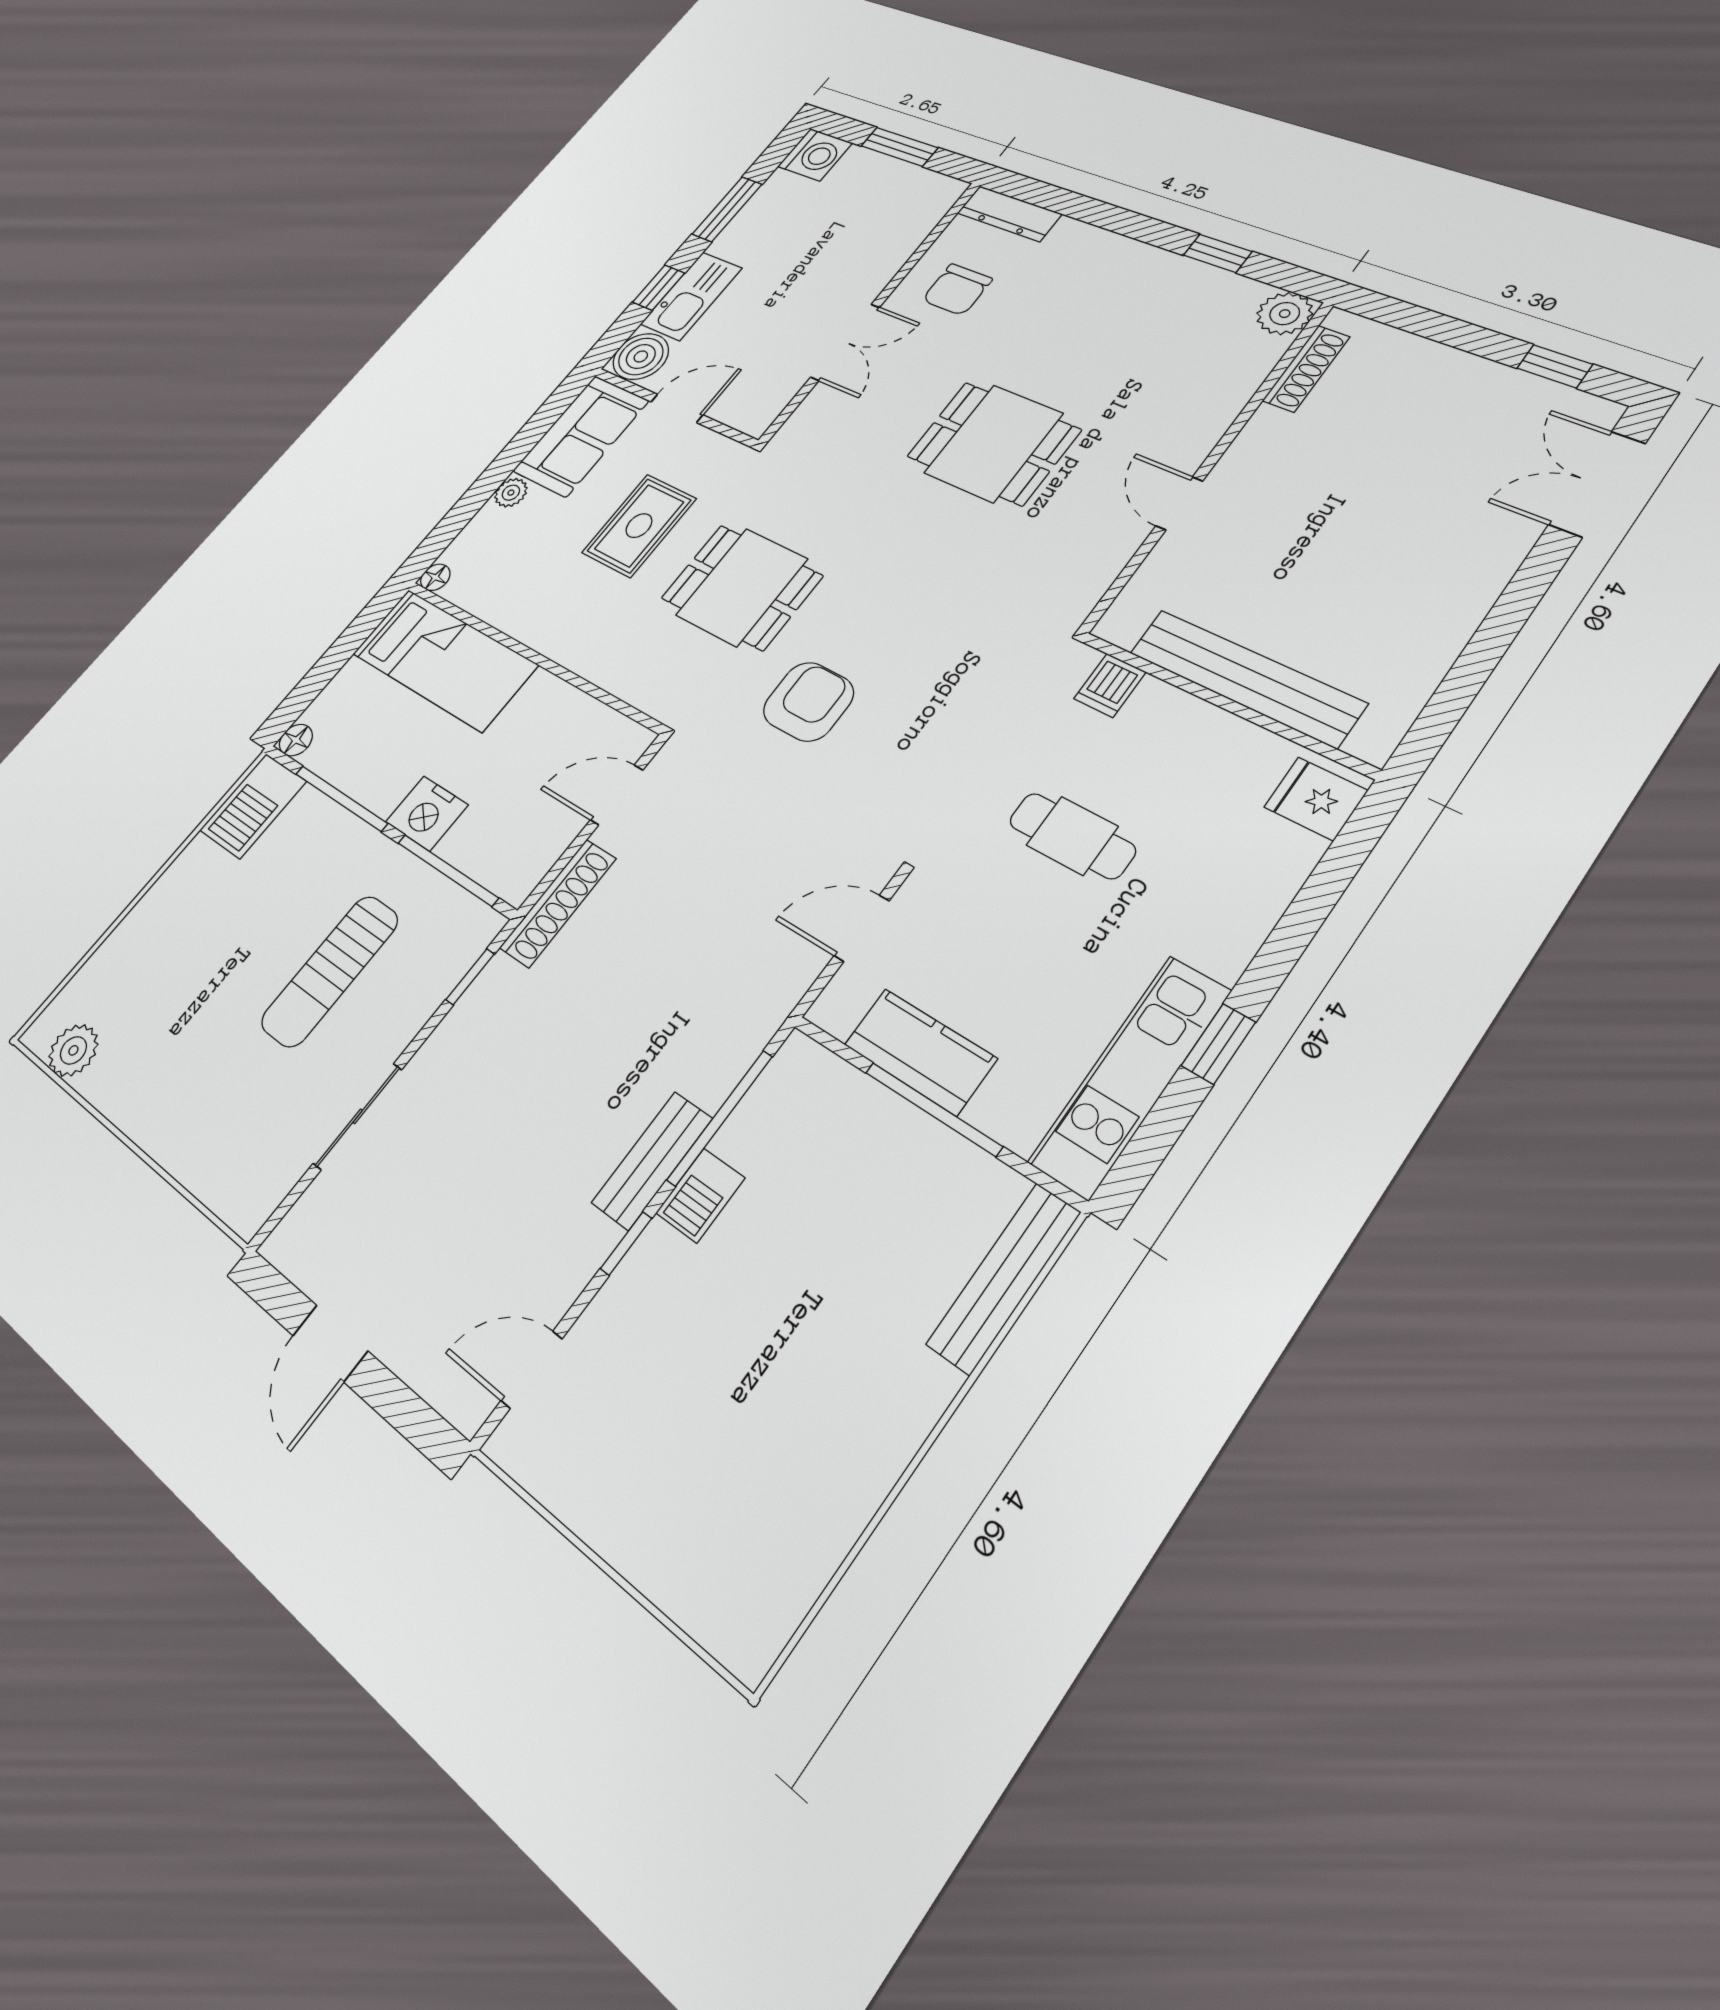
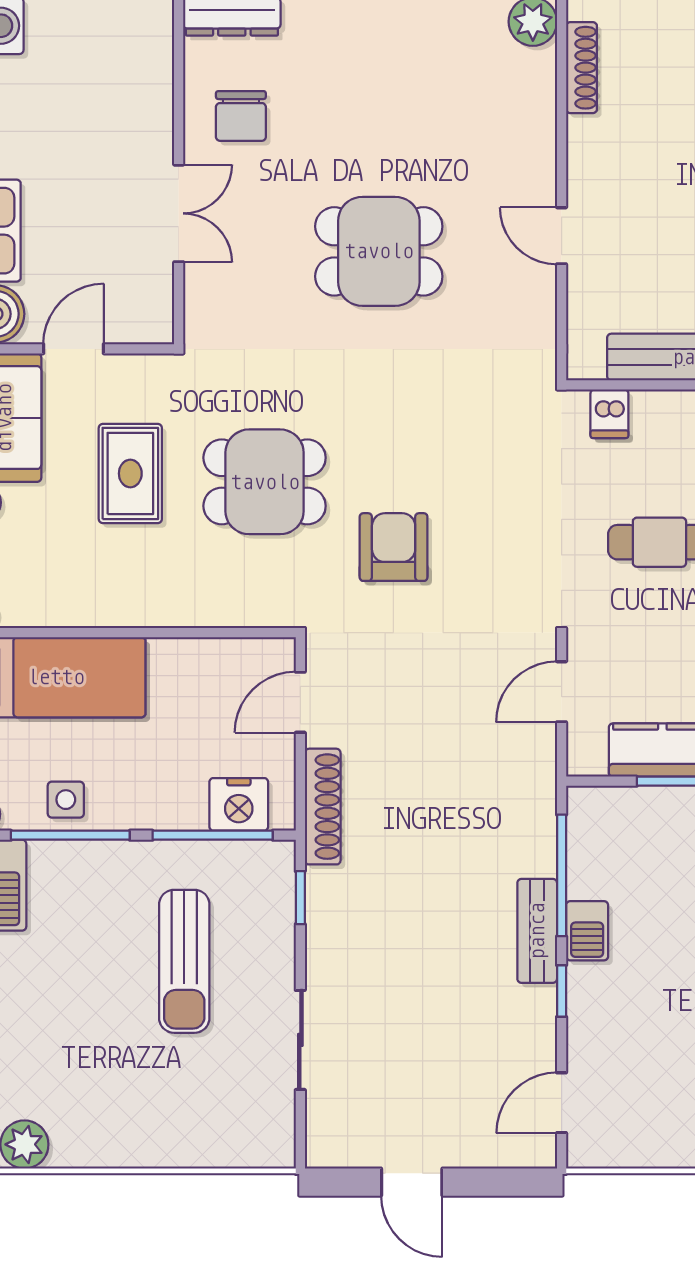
side table: (364, 766) -> (66, 800), added
nightstand: (427, 813) -> (239, 804), moved

